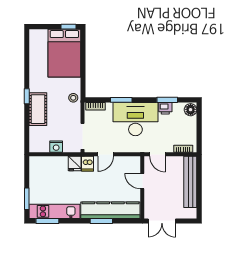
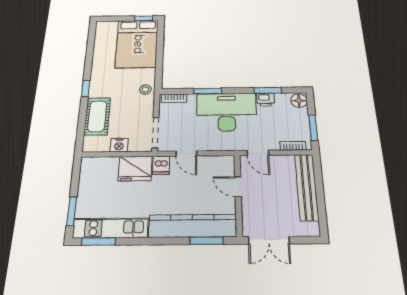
cot: (38, 109) -> (97, 116), moved
window: (199, 134) -> (313, 128), added
door: (106, 154) -> (186, 154), hinge flipped
fridge: (75, 164) -> (135, 169), width x1.88, depth x1.34
window: (101, 221) -> (207, 241), moved

